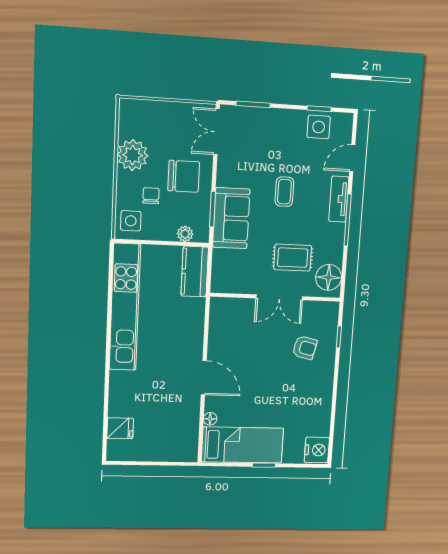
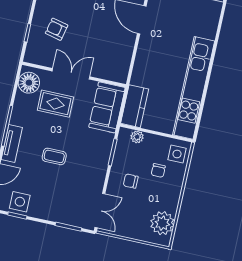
plant: (133, 155) -> (162, 223), moved
chair: (184, 176) -> (131, 181), width x0.54, depth x0.54
coffee table: (284, 192) -> (54, 156), turned 90
sofa: (231, 218) -> (107, 107), moved

